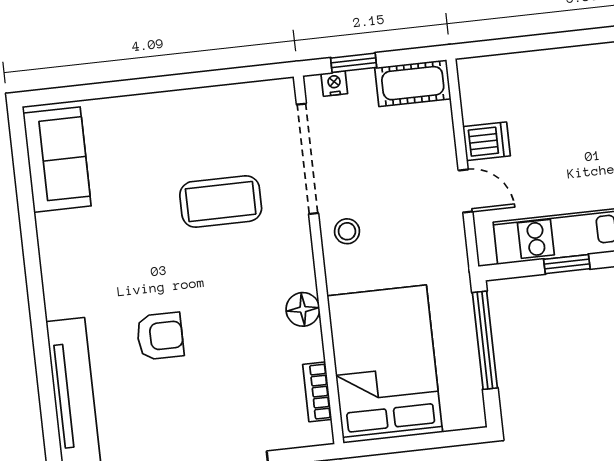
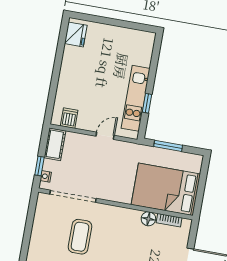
dishwasher: (486, 141) -> (69, 118), moved
stool: (347, 231) -> (107, 189), removed
floor lamp: (303, 309) -> (148, 219), moved
window: (485, 340) -> (168, 146), width x0.69

